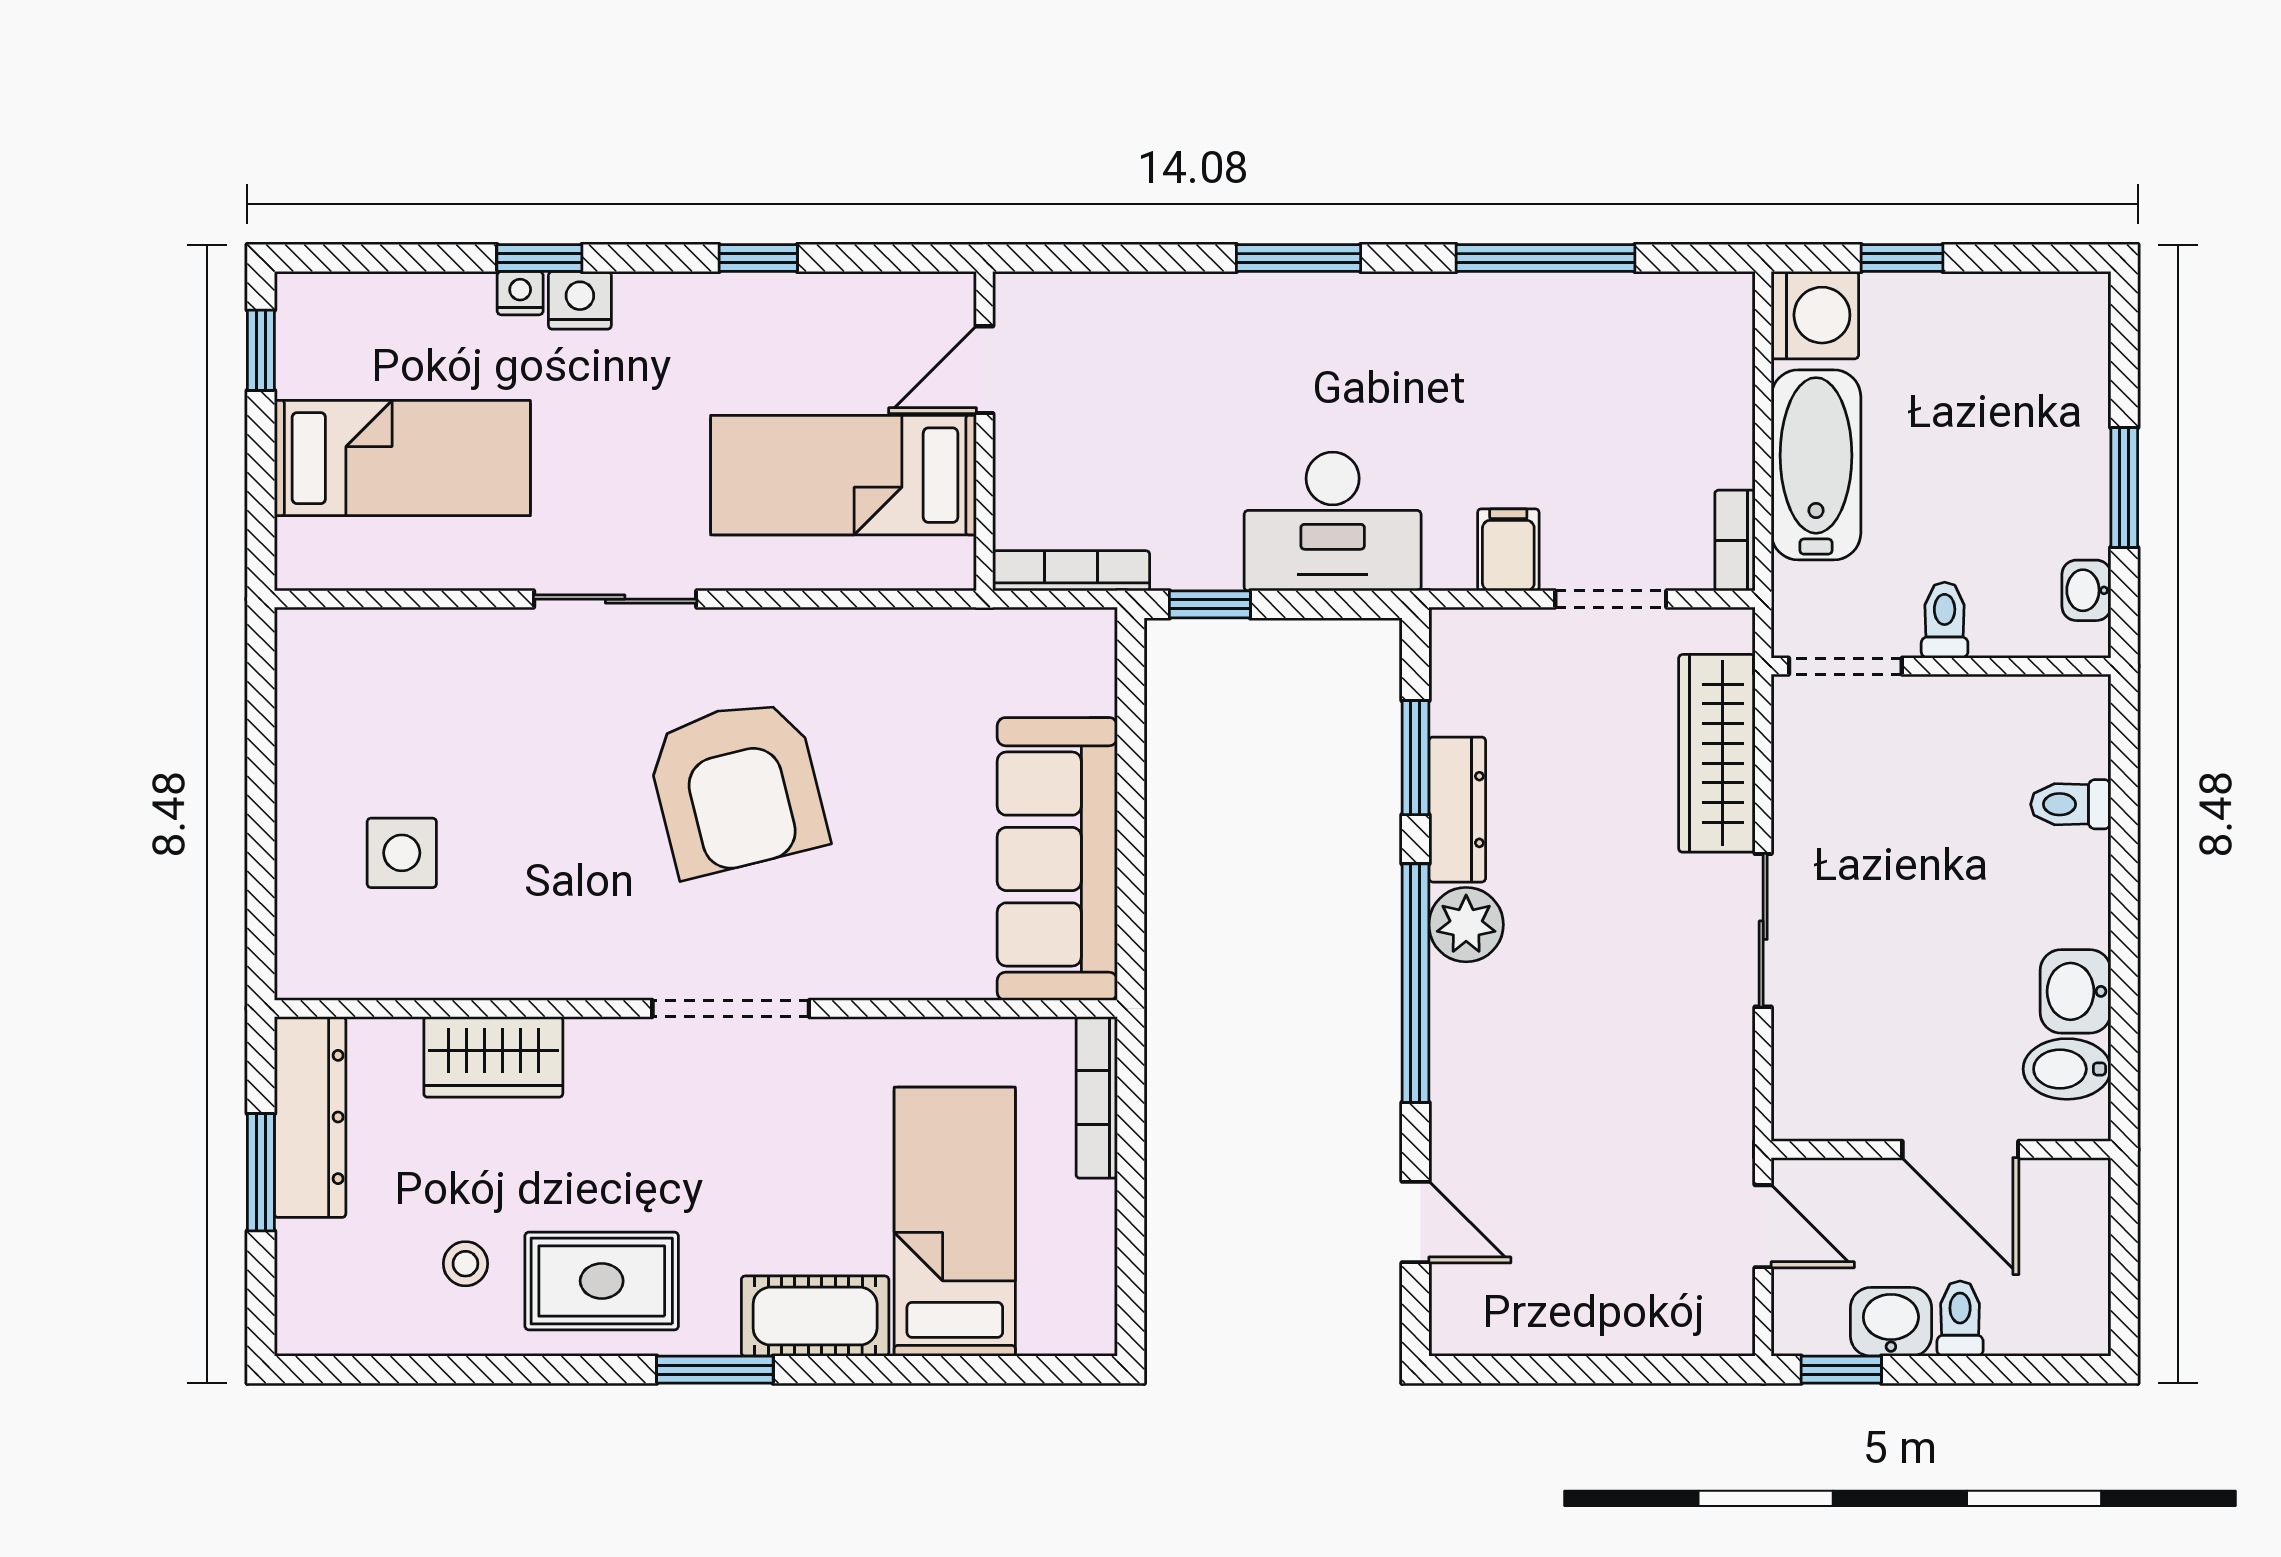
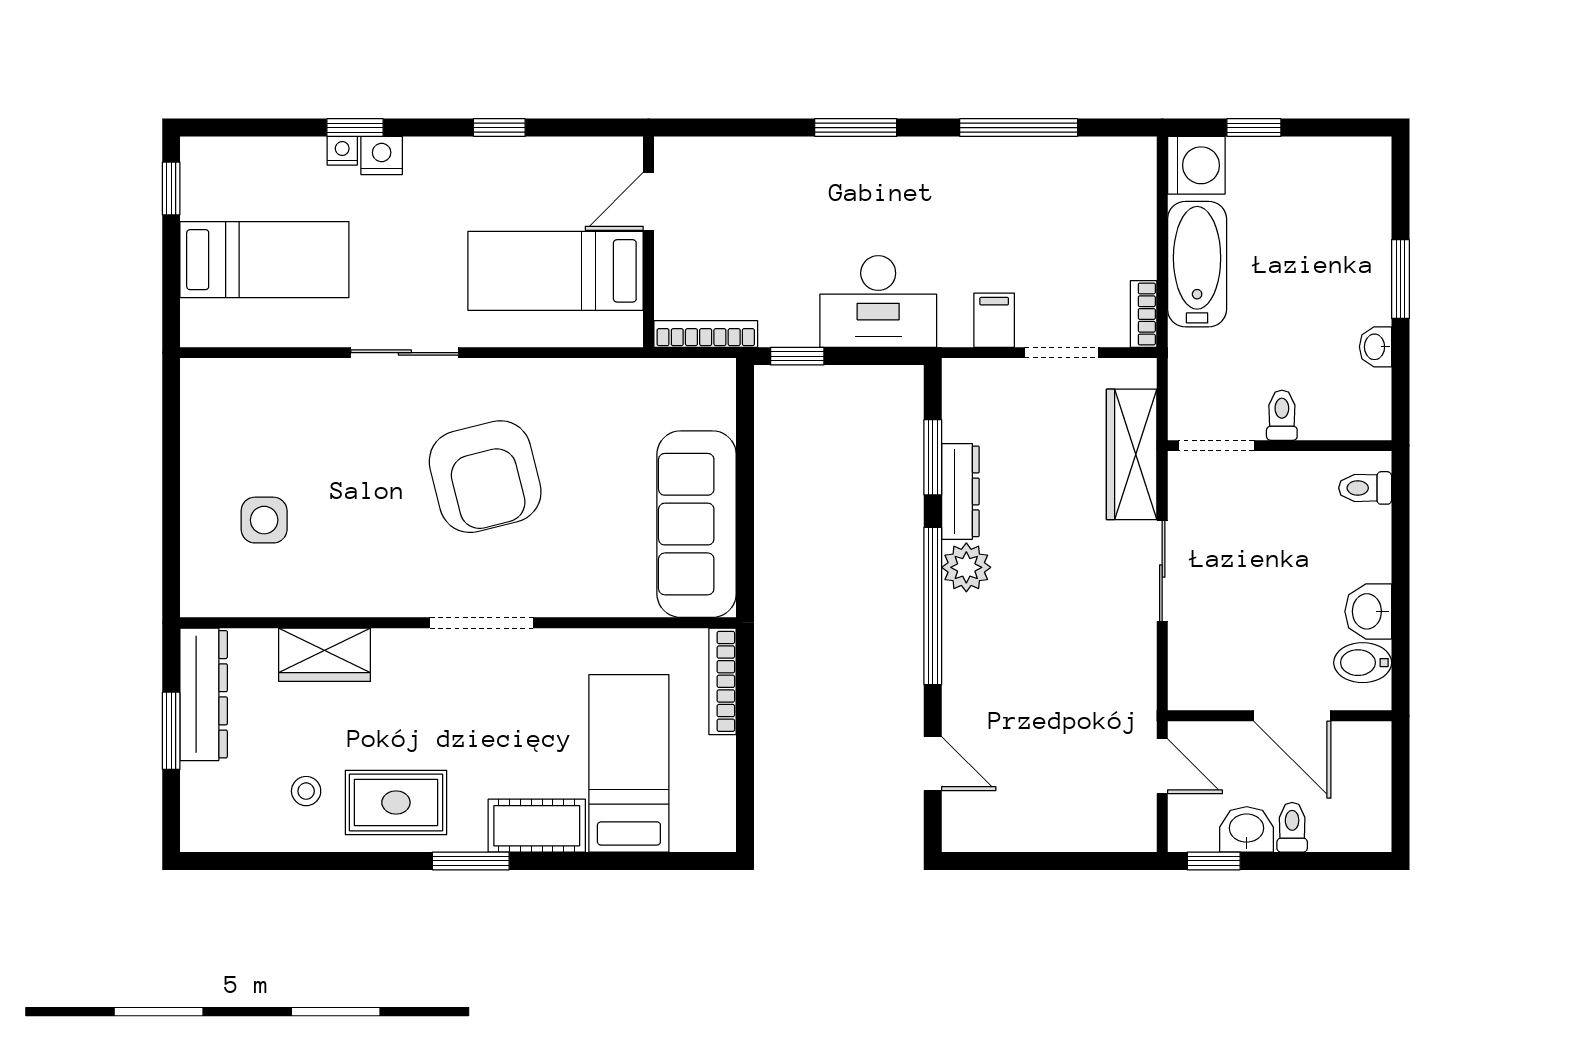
toilet: (1945, 620) -> (1282, 415), moved
doorway: (1845, 666) -> (1216, 446), moved
wall: (1941, 666) -> (1280, 446), moved

